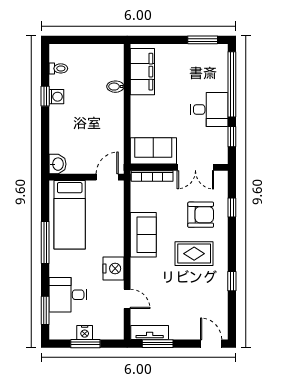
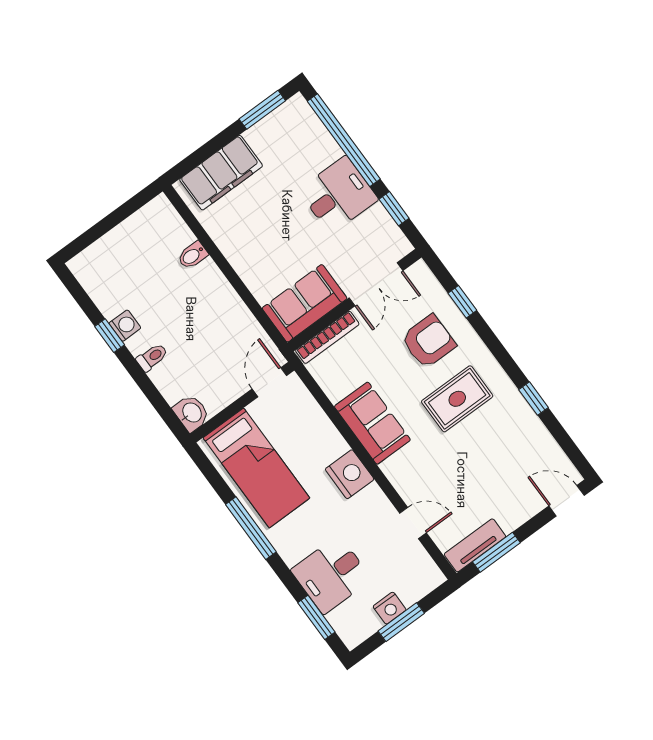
toilet: (58, 68) -> (152, 357), moved
filing cabinet: (142, 72) -> (221, 173), moved, turned 90
nightstand: (113, 269) -> (350, 474), moved

